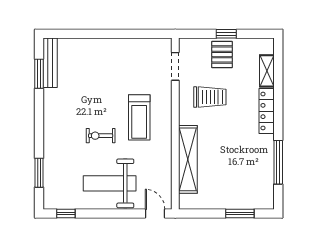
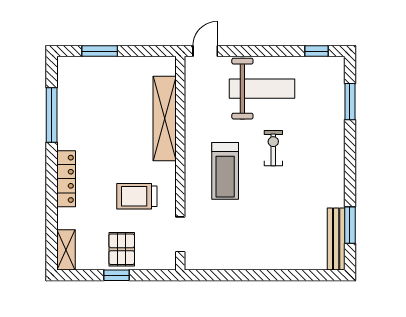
shelving: (267, 71) -> (66, 250), moved
treadmill: (139, 117) -> (225, 171), turned 180
exercise bike: (101, 136) -> (273, 148), turned -90
door: (155, 213) -> (205, 51), swing flipped

